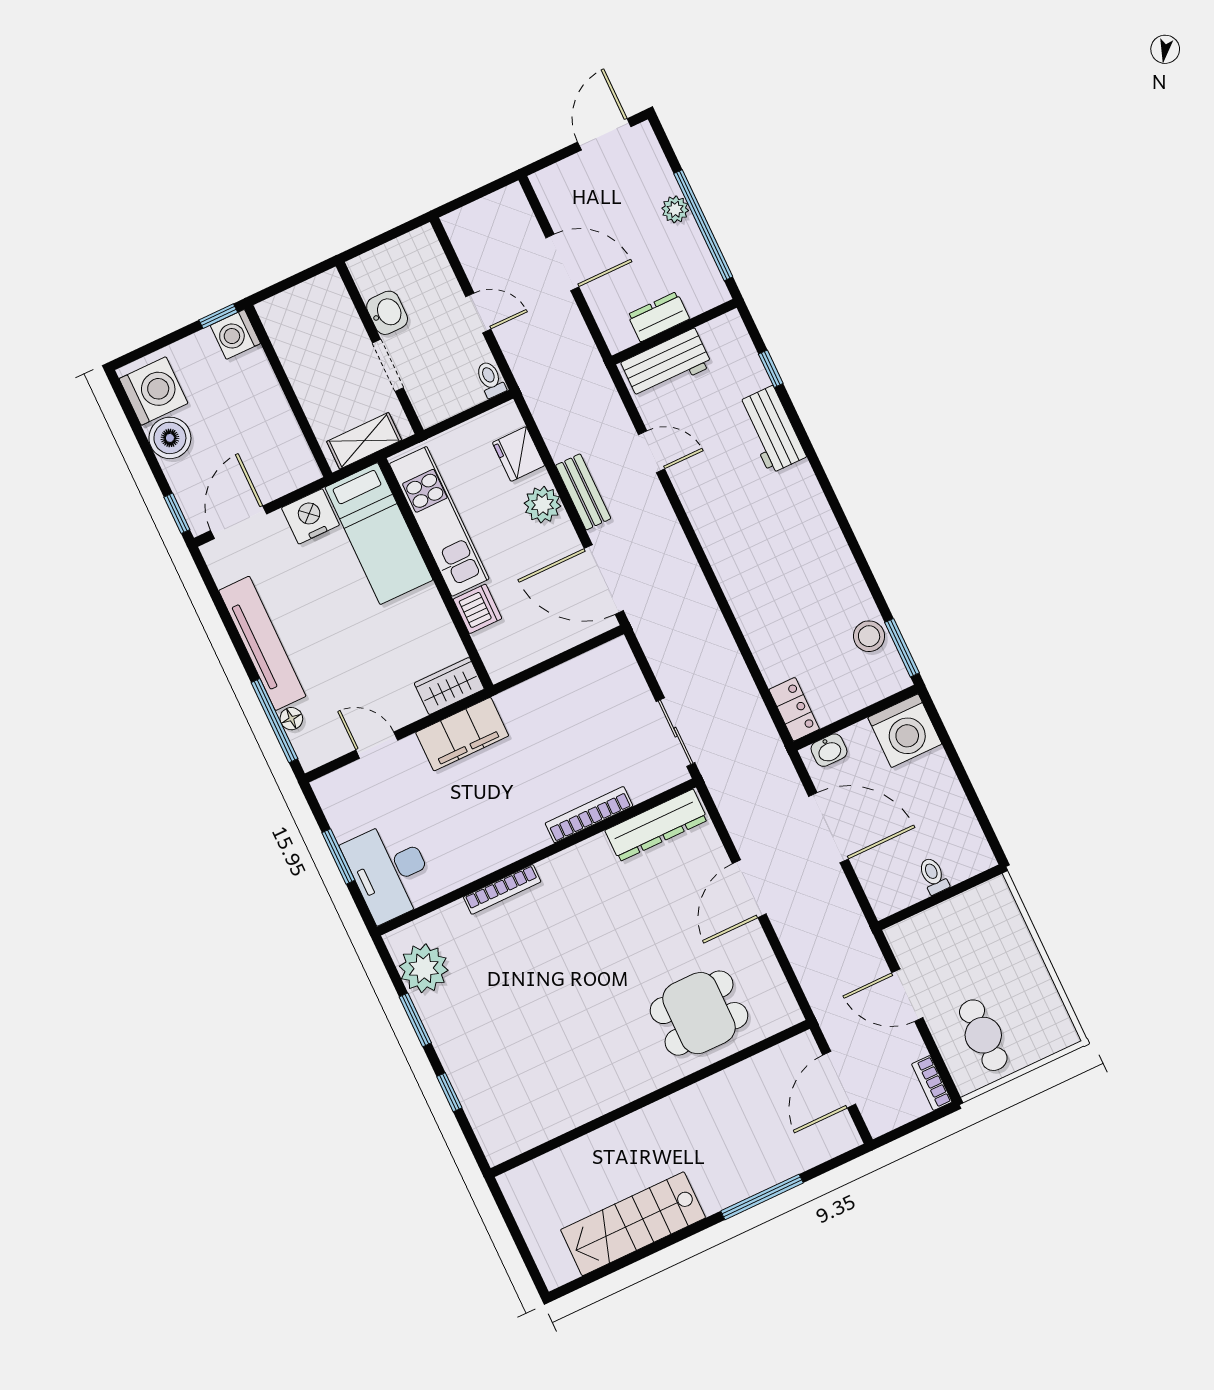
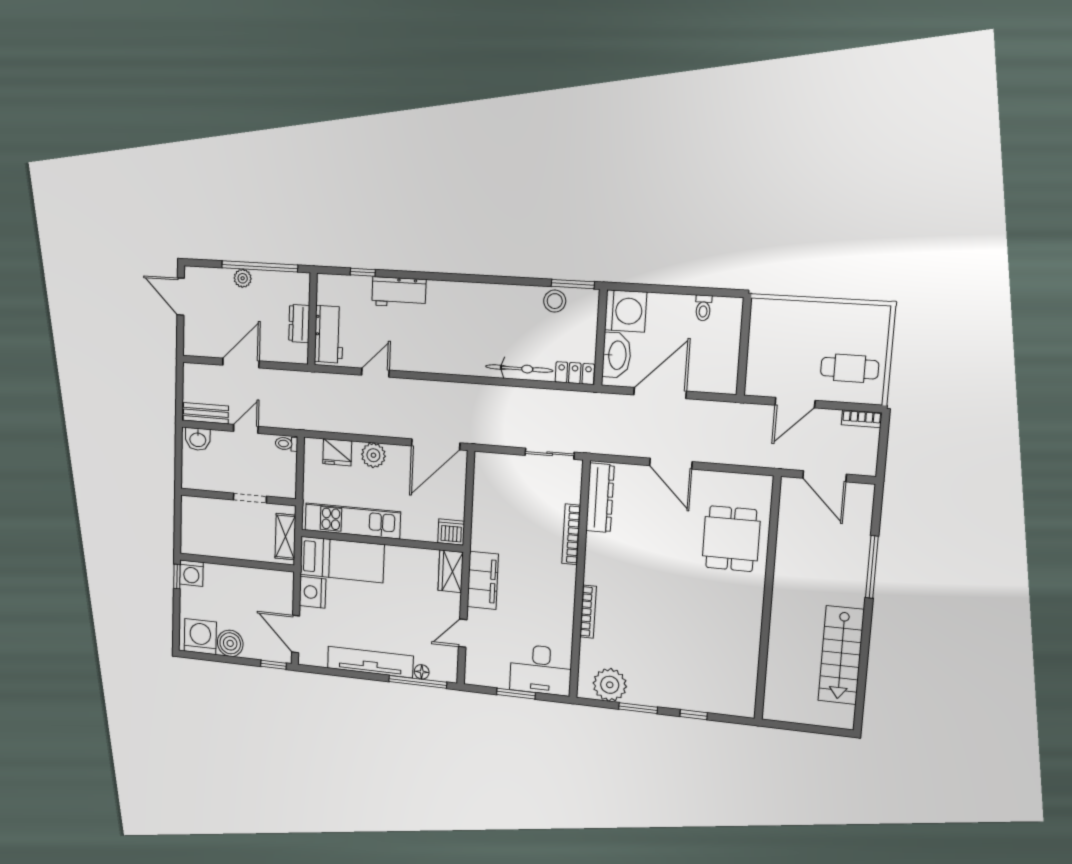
washbasin: (387, 313) -> (198, 439), moved, turned 180
bench: (583, 492) -> (206, 413), moved
dishwasher: (477, 609) -> (451, 532), moved
bicycle: (761, 636) -> (519, 369), added
washbasin: (829, 750) -> (617, 355), width x1.91, depth x1.45
toilet: (933, 876) -> (703, 308), moved, turned -90

